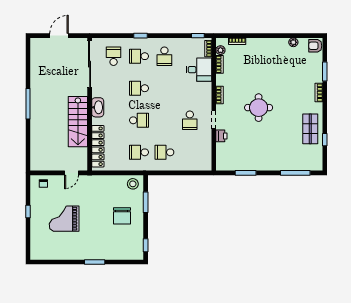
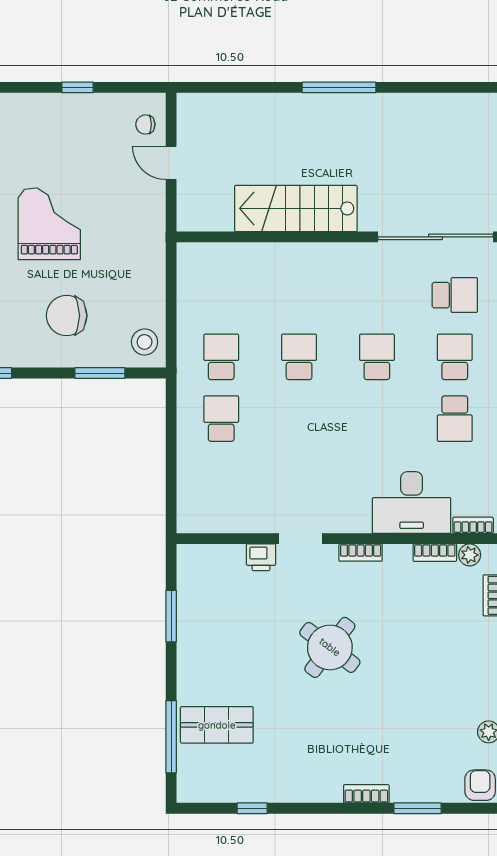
school desk: (164, 56) -> (455, 419), turned -90
desk: (199, 70) -> (412, 503), width x1.37
washbasin: (98, 107) -> (331, 257), removed
round table: (259, 108) -> (330, 647), turned 37
school desk: (139, 120) -> (299, 357), turned 180
school desk: (190, 120) -> (299, 480), removed
shop shelf: (310, 129) -> (217, 725), moved
locker: (98, 146) -> (236, 257), removed
door: (71, 173) -> (171, 163), moved
grand piano: (64, 219) -> (49, 224), moved

